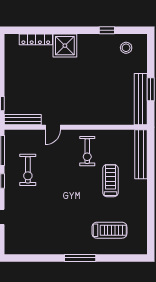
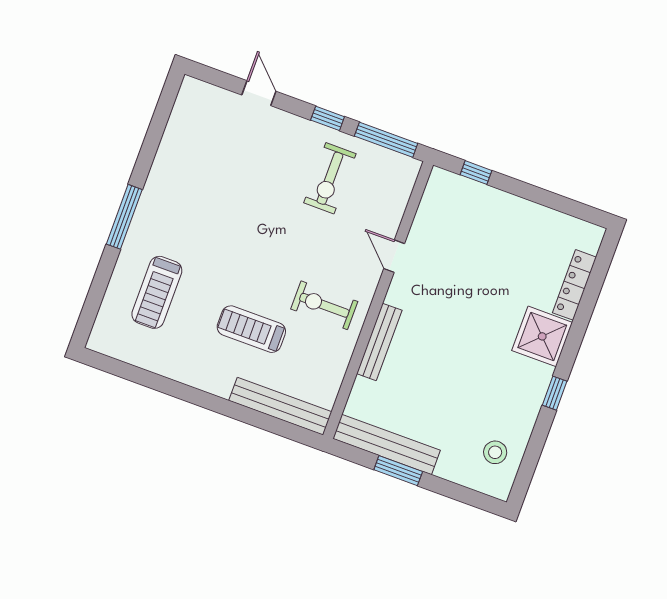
window: (107, 30) -> (555, 393), moved
bench: (23, 120) -> (379, 342), moved
exercise bike: (28, 170) -> (330, 178), turned -90
treadmill: (110, 181) -> (251, 329), turned 180

